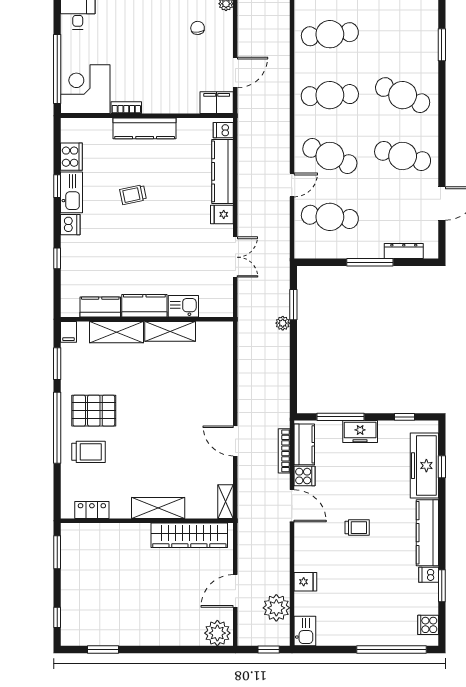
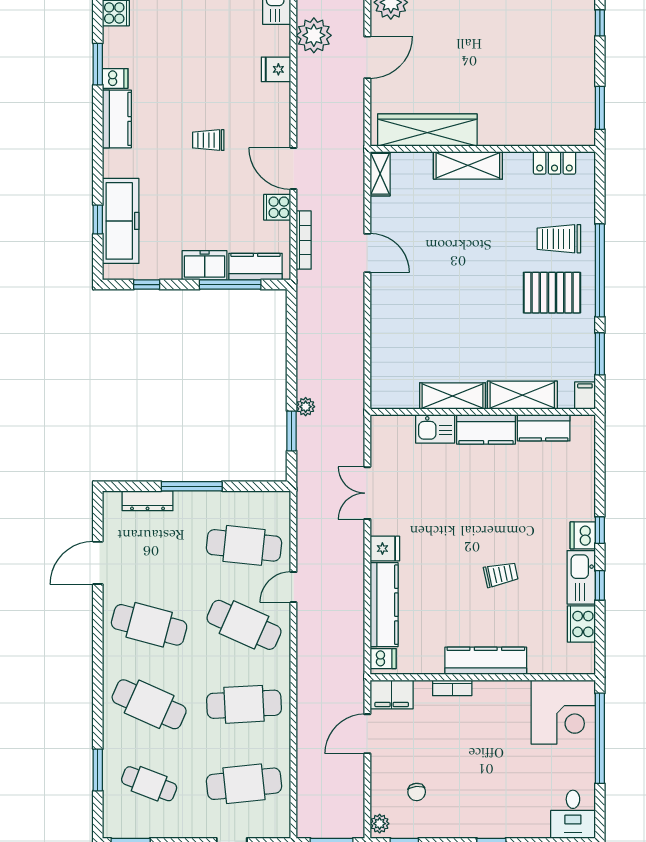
cafe table: (403, 34) -> (149, 784), added
bookcase: (126, 108) -> (452, 688), moved
window: (57, 258) -> (600, 530), moved
kitchen counter: (304, 444) -> (255, 267), moved, turned 90
kitchen counter: (427, 533) -> (117, 119), width x0.67

